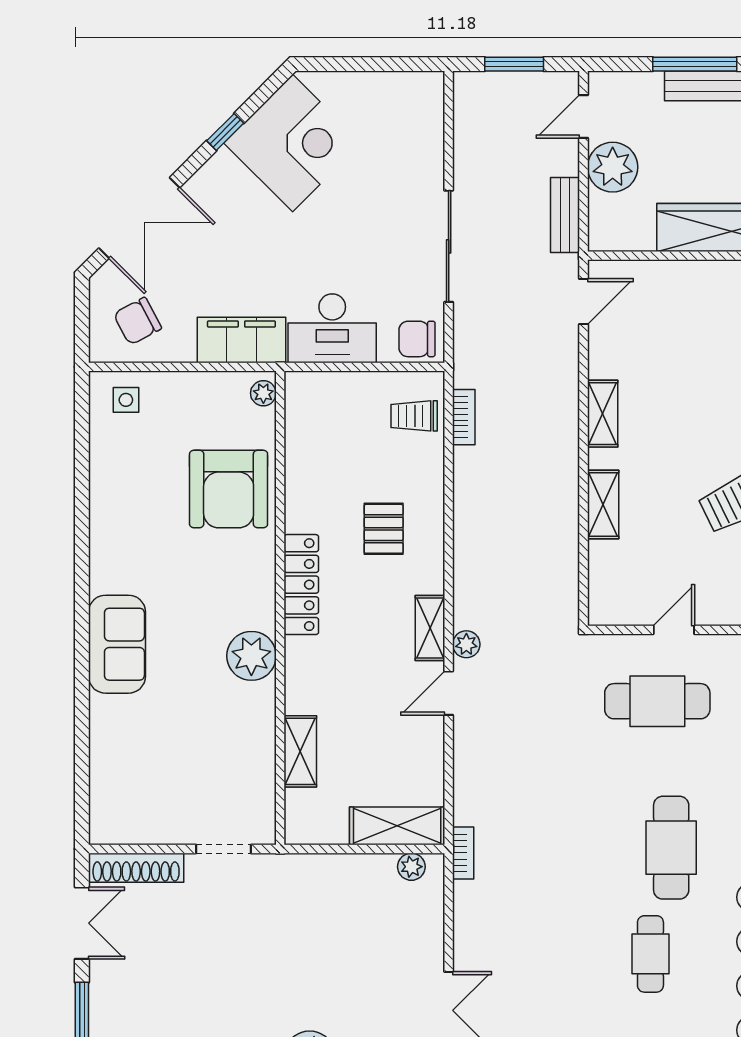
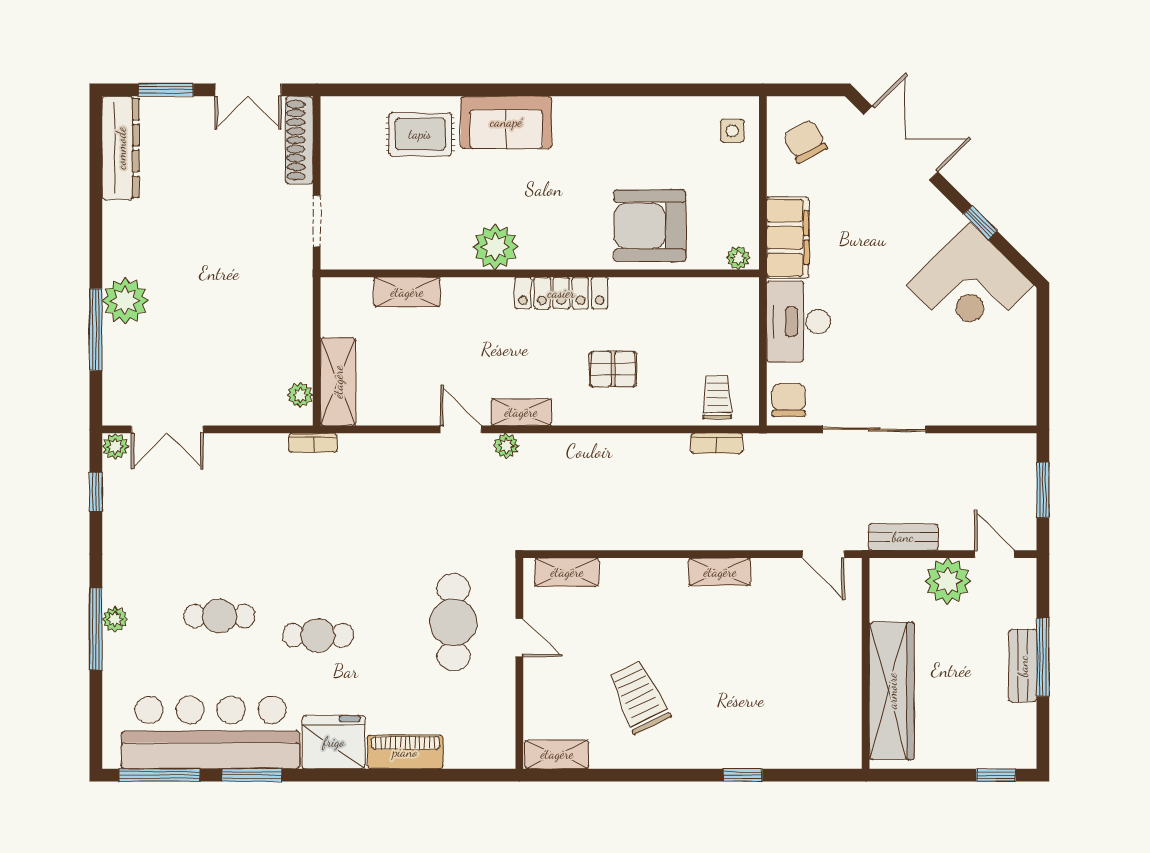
double door: (139, 218) -> (901, 143), swing flipped
shelving: (603, 505) -> (567, 572), moved
rug: (130, 737) -> (420, 134), added
cafe table: (671, 848) -> (318, 635), width x0.73, depth x0.74

